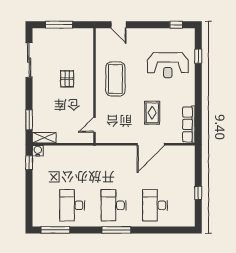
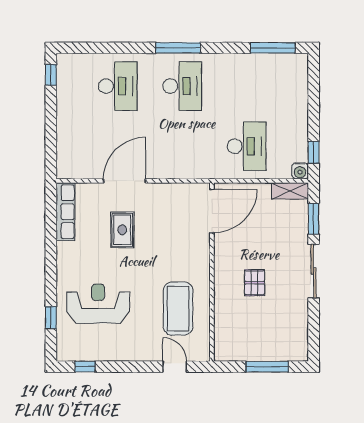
sliding door: (29, 60) -> (314, 271), moved
coffee table: (115, 79) -> (178, 309), moved
door: (94, 125) -> (212, 211), width x1.87
window: (198, 193) -> (51, 75), moved
desk: (72, 205) -> (247, 146), moved

